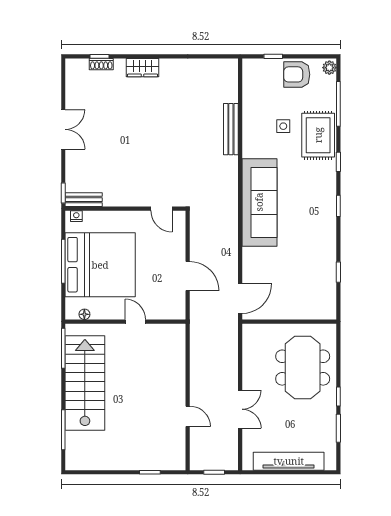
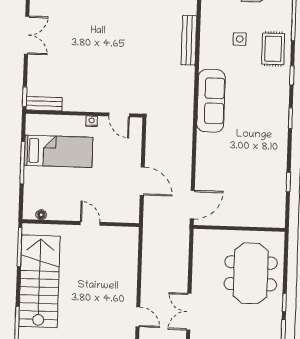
rug: (318, 135) -> (273, 49), width x0.73, depth x0.70
sofa: (259, 202) -> (211, 101), width x0.74, depth x0.79
nightstand: (76, 216) -> (92, 121), moved
bed: (100, 265) -> (58, 151), width x0.49
double door: (240, 409) -> (189, 312), swing flipped

